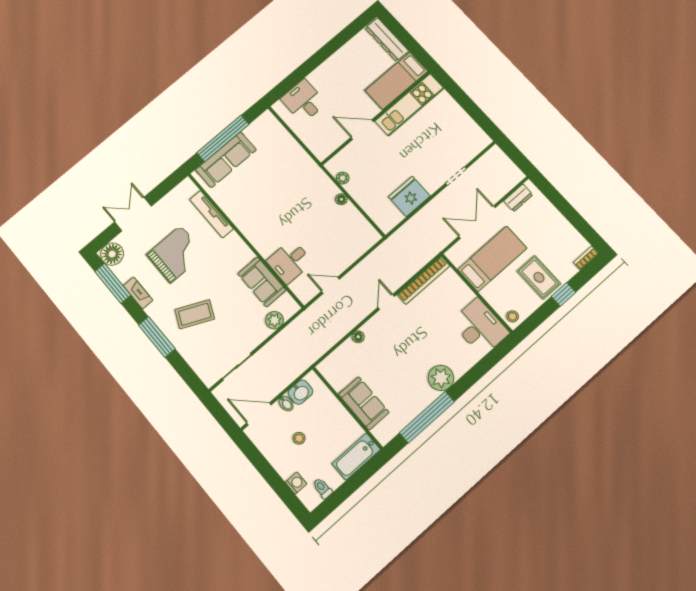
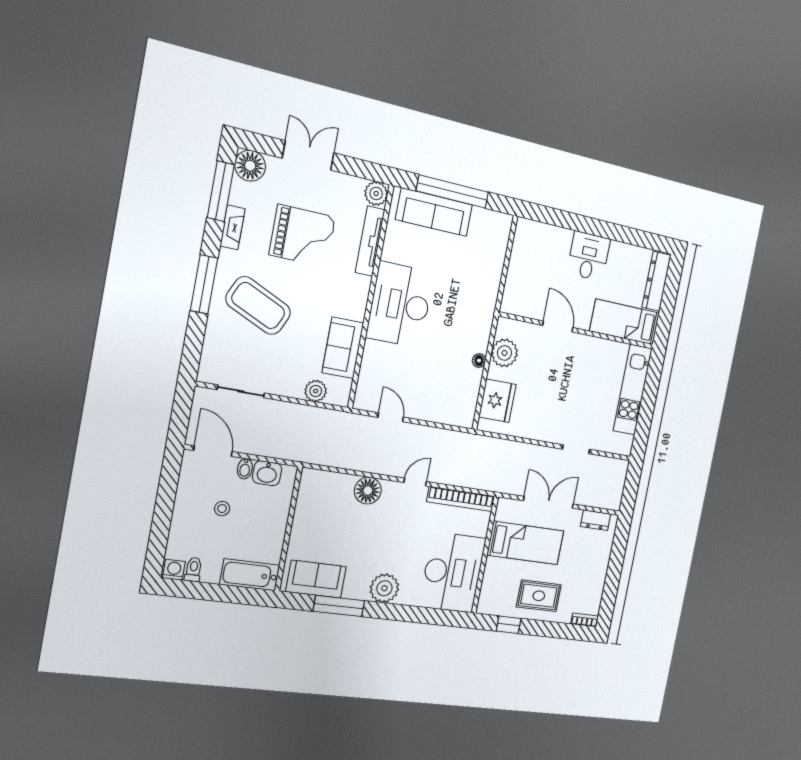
desk: (303, 101) -> (589, 256), moved
kitchen unit: (409, 105) -> (633, 390), moved, turned 90
plant: (343, 178) -> (504, 353), width x1.88, depth x1.88
plant: (187, 189) -> (376, 194), added
fridge: (409, 196) -> (497, 401), moved, turned 90
desk: (290, 261) -> (400, 305), moved, width x1.87, depth x1.30
rug: (539, 277) -> (539, 596), turned 90
window: (564, 294) -> (509, 625), moved
coffee table: (195, 314) -> (258, 306), width x1.36, depth x1.32
stool: (513, 316) -> (488, 603), removed
desk: (480, 327) -> (452, 572), width x1.36, depth x1.30
floor lamp: (358, 337) -> (368, 491), width x1.89, depth x1.89
sofa: (364, 403) -> (316, 579), moved, turned -90
window: (427, 417) -> (339, 606), width x0.68
washing machine: (296, 483) -> (174, 570), moved, turned -90

